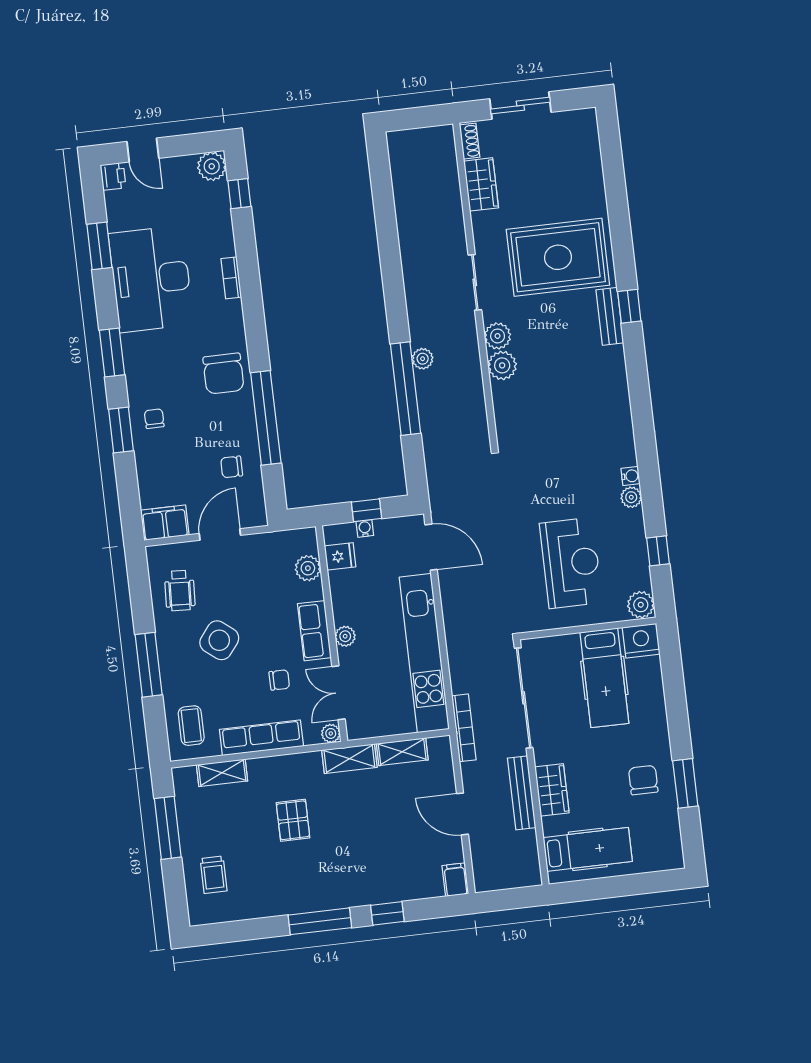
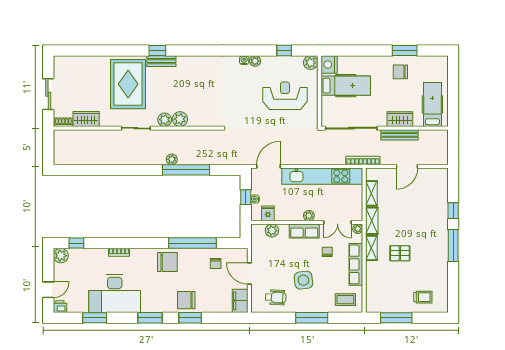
chair: (154, 419) -> (186, 300), width x1.87, depth x1.87
side table: (219, 640) -> (303, 280), turned 45
shelving: (222, 773) -> (371, 248), moved
filing cabinet: (455, 880) -> (440, 174), removed

